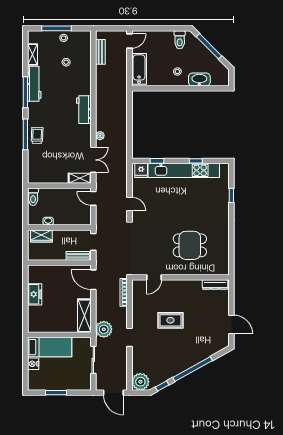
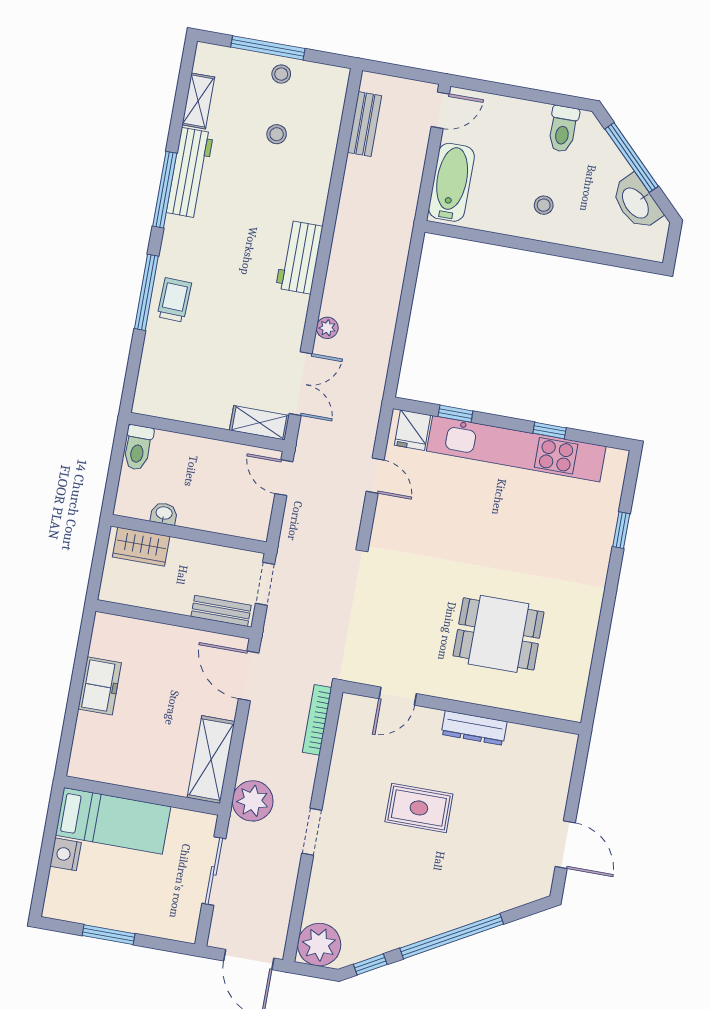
washbasin: (199, 80) -> (636, 202), moved, turned -135
door: (129, 204) -> (375, 476), moved
dresser: (215, 285) -> (474, 728), moved

